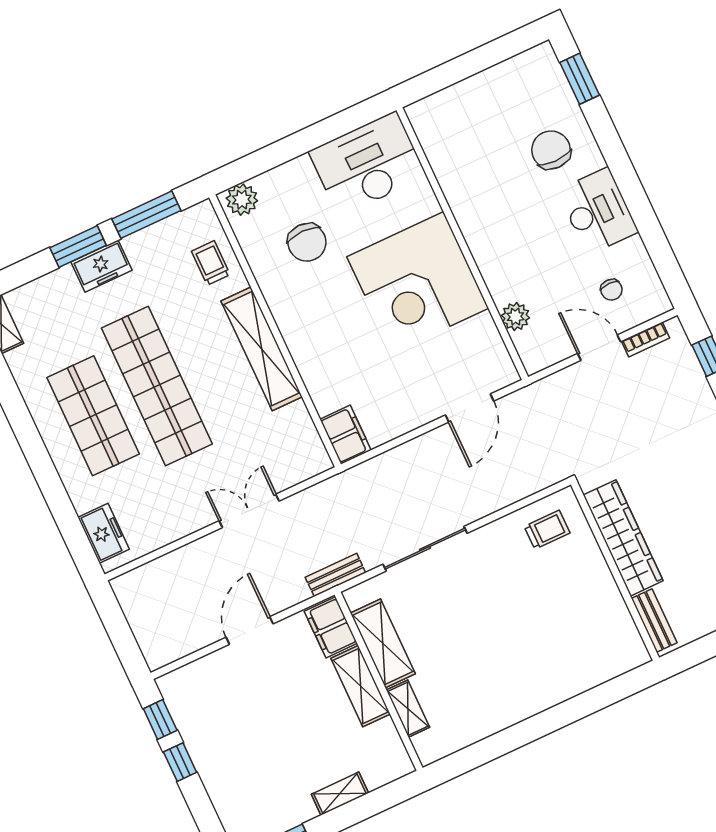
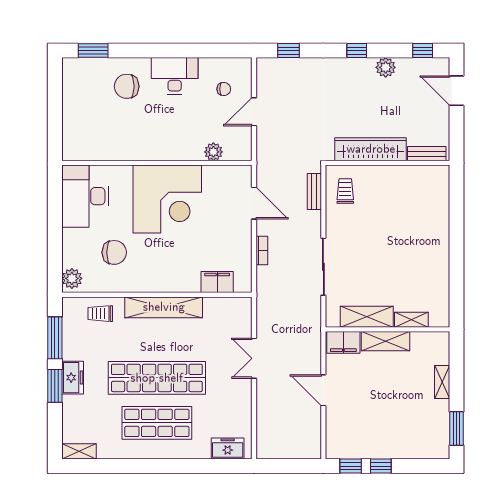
bookcase: (645, 340) -> (262, 250), moved
filing cabinet: (346, 435) -> (217, 282), moved
bench: (335, 575) -> (314, 192), moved

